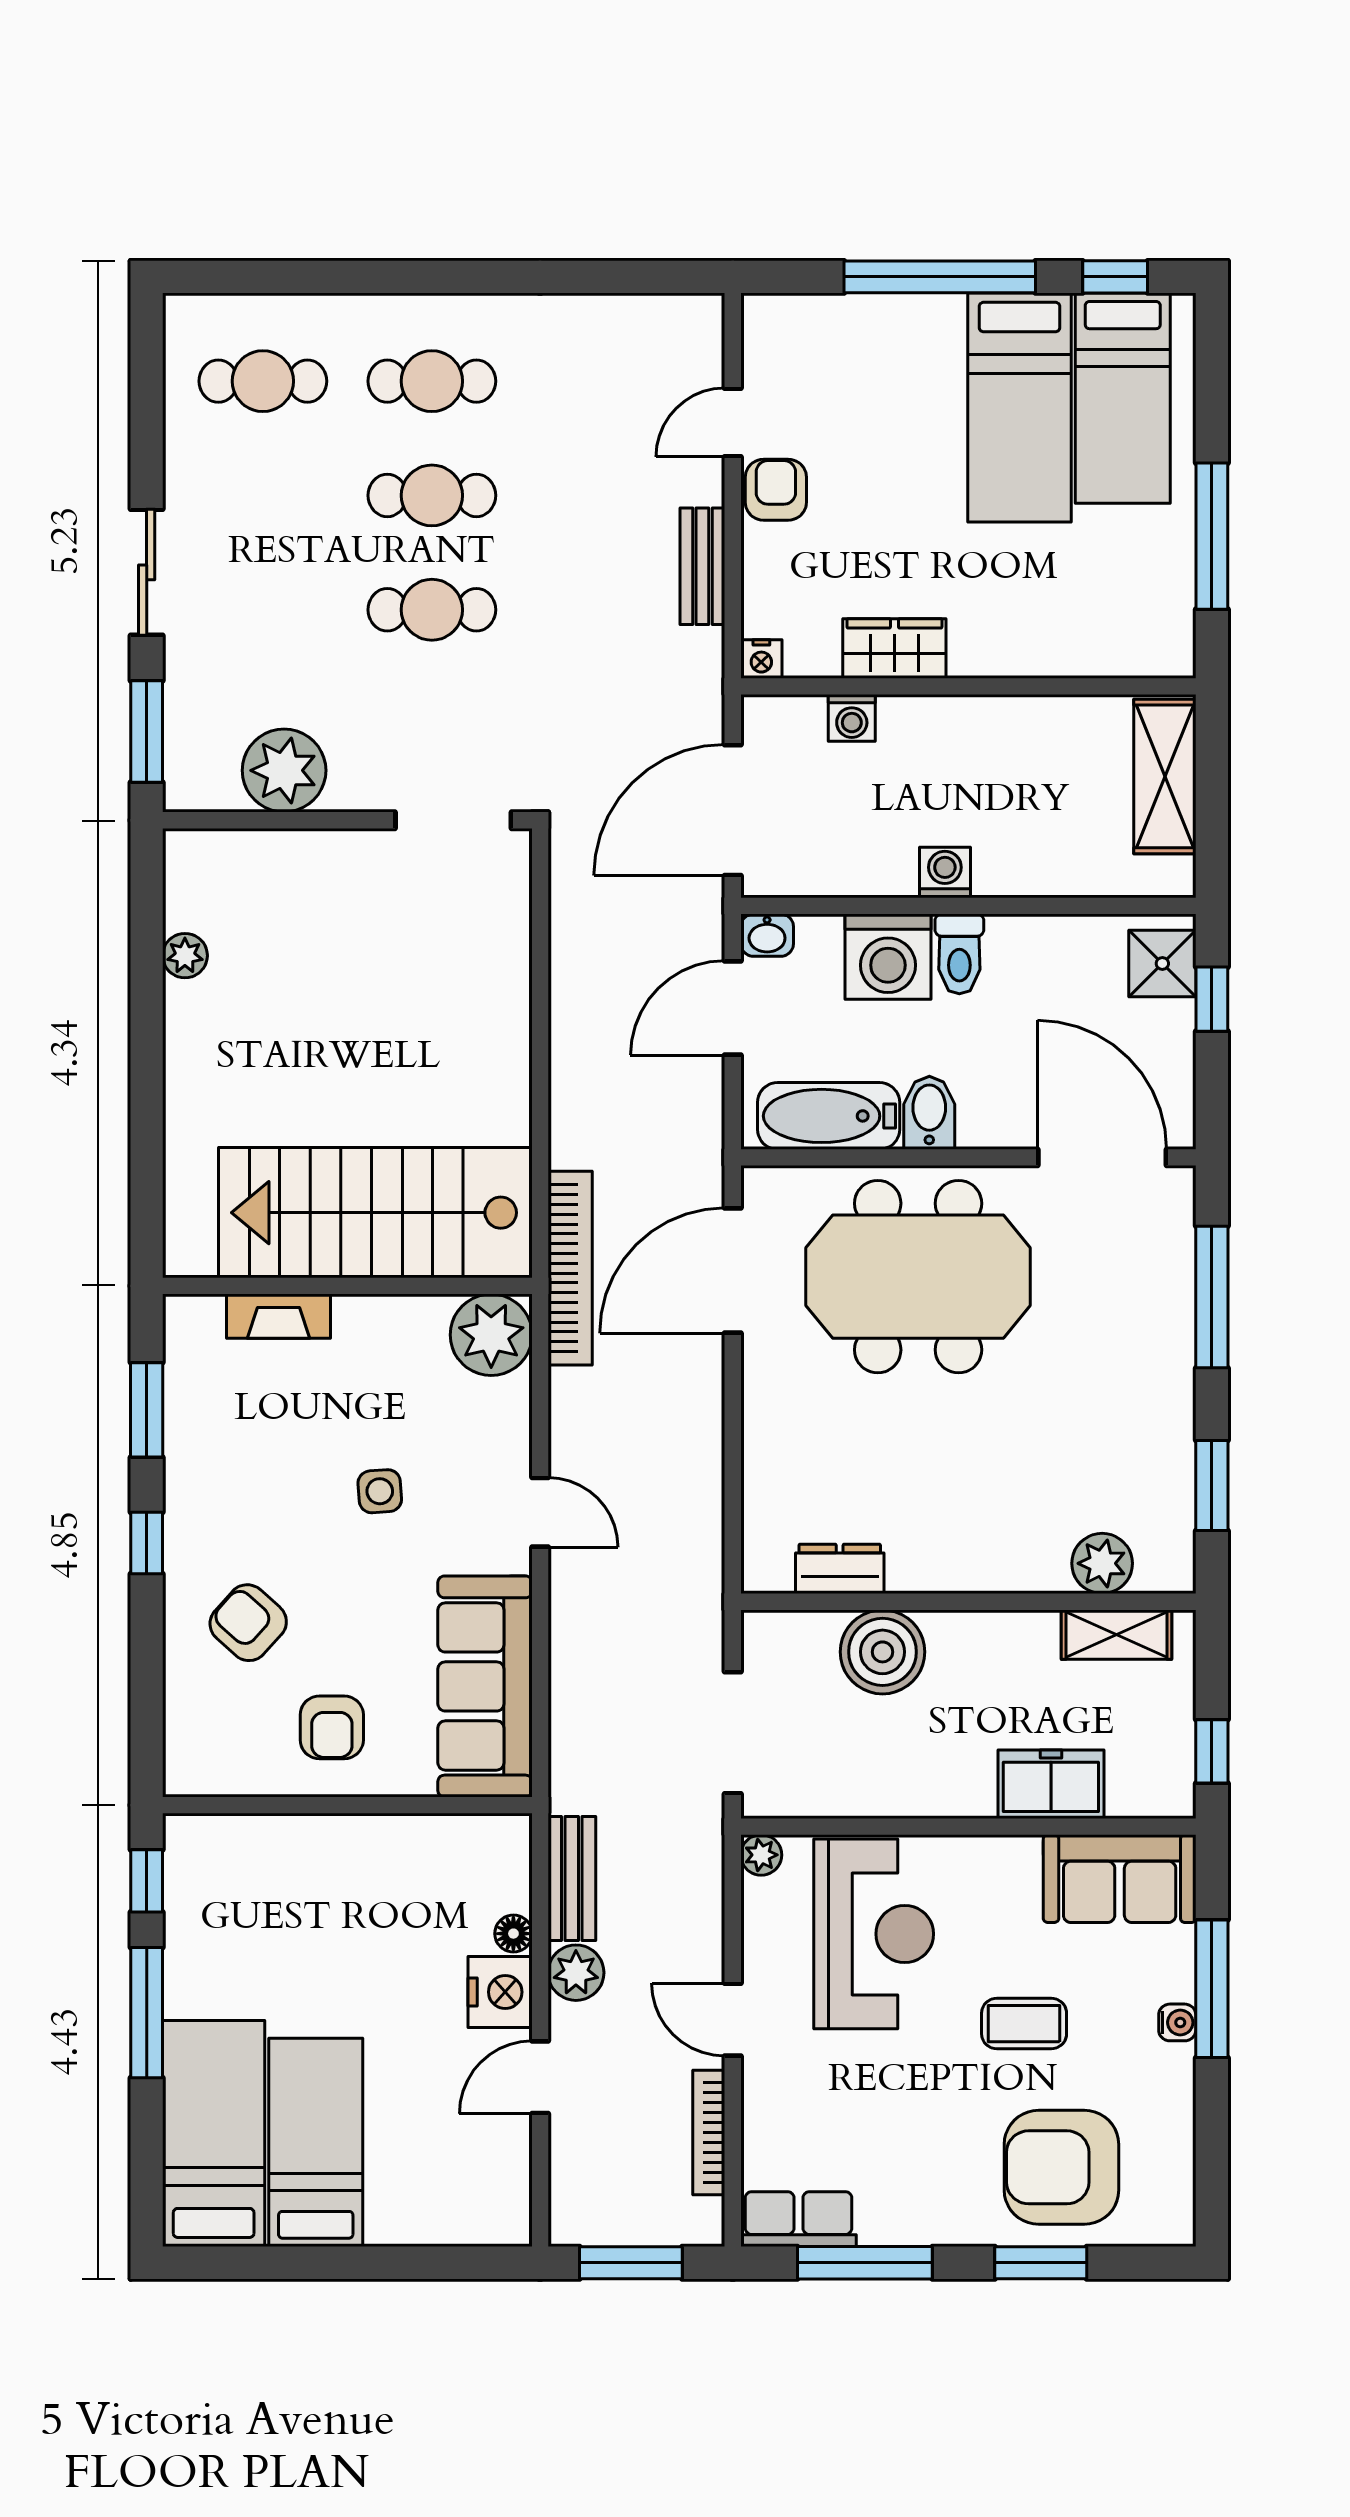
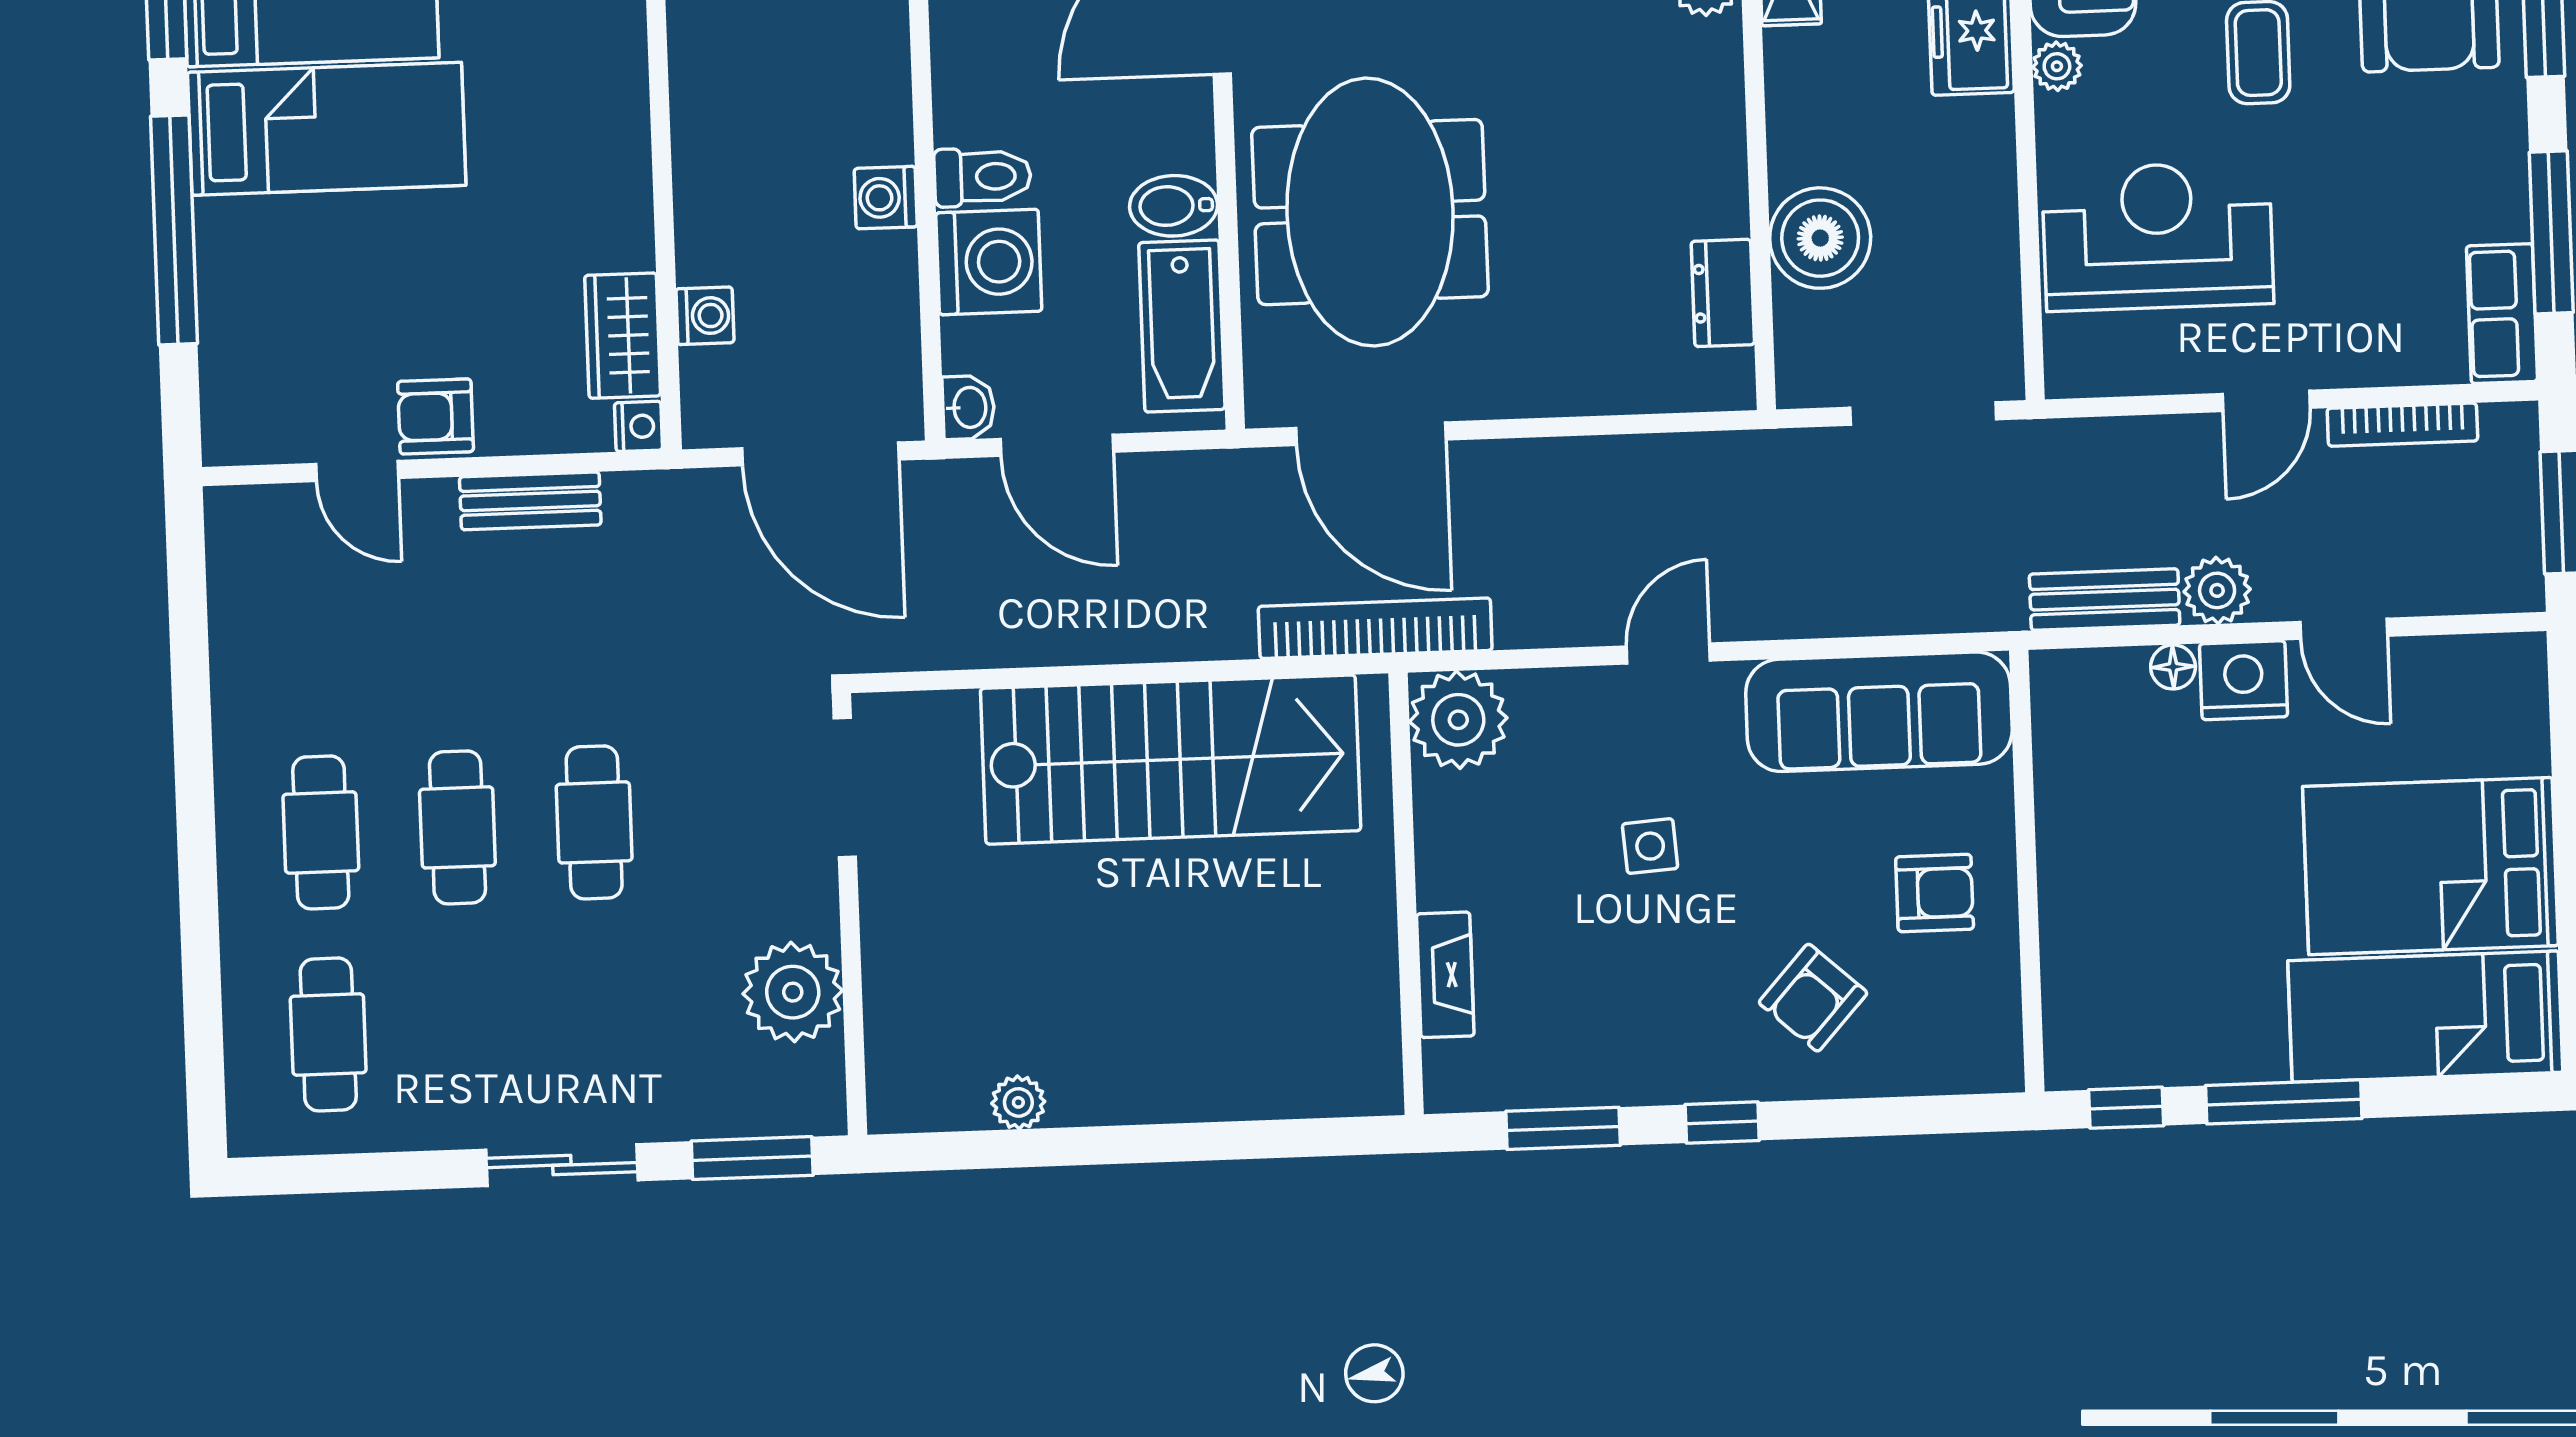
wardrobe: (894, 649) -> (623, 336), moved
stairs: (375, 1213) -> (1171, 760), moved, turned -90
plant: (761, 1855) -> (2057, 66), moved
bed: (316, 2142) -> (2430, 866), width x1.50

